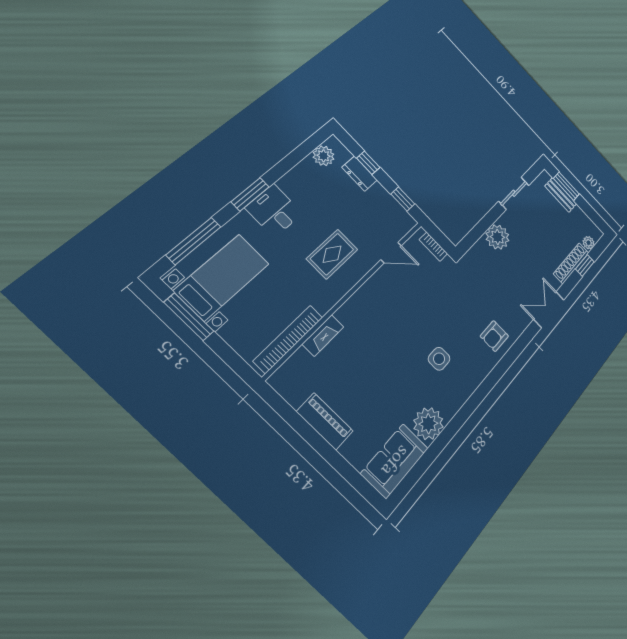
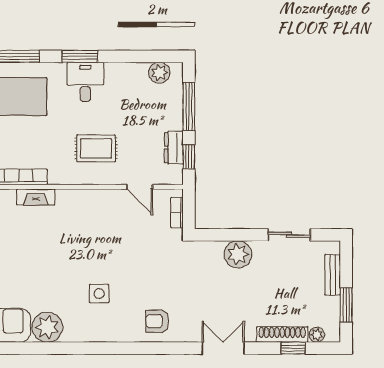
window: (368, 163) -> (189, 106), width x2.17
dresser: (360, 174) -> (174, 148), moved
window: (566, 186) -> (346, 305), moved

